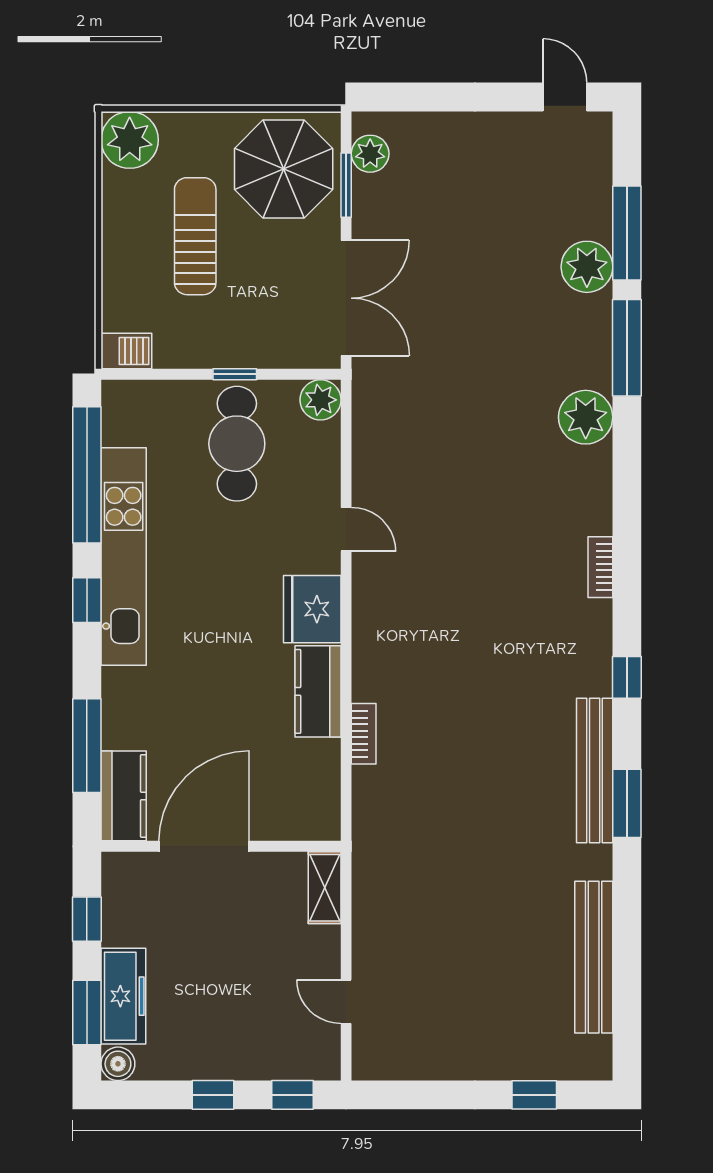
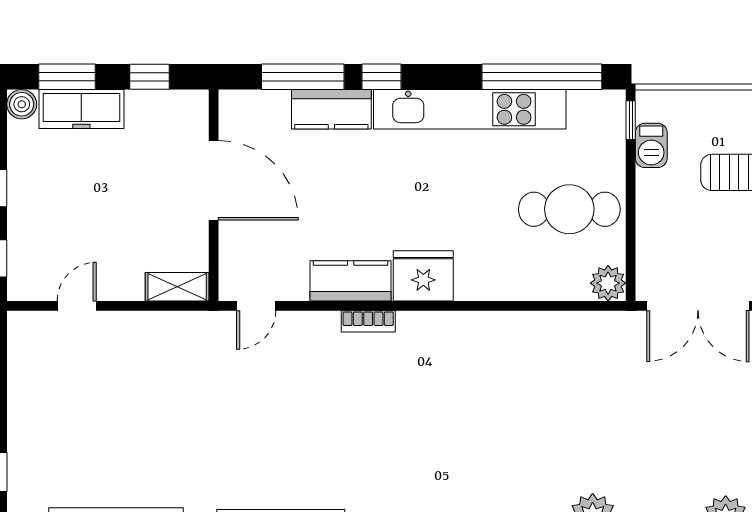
barbecue: (126, 351) -> (651, 145), moved
window: (235, 374) -> (631, 120), moved
door: (346, 529) -> (256, 306), moved
window: (87, 600) -> (382, 77), moved
bookcase: (364, 734) -> (368, 321), moved
kitchen counter: (124, 796) -> (331, 109), moved

